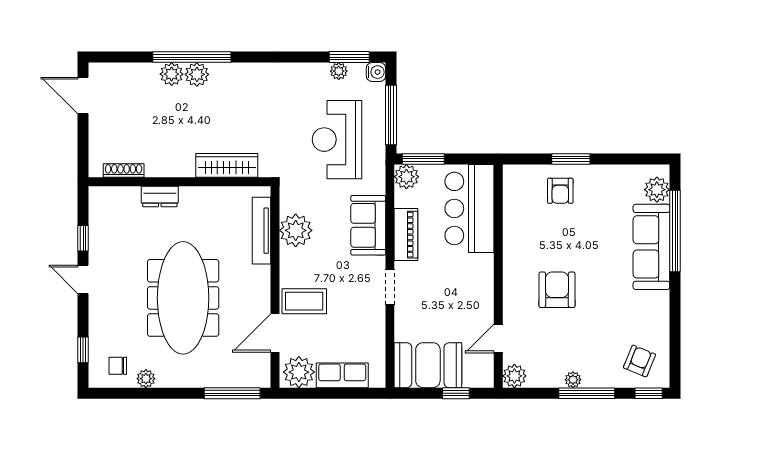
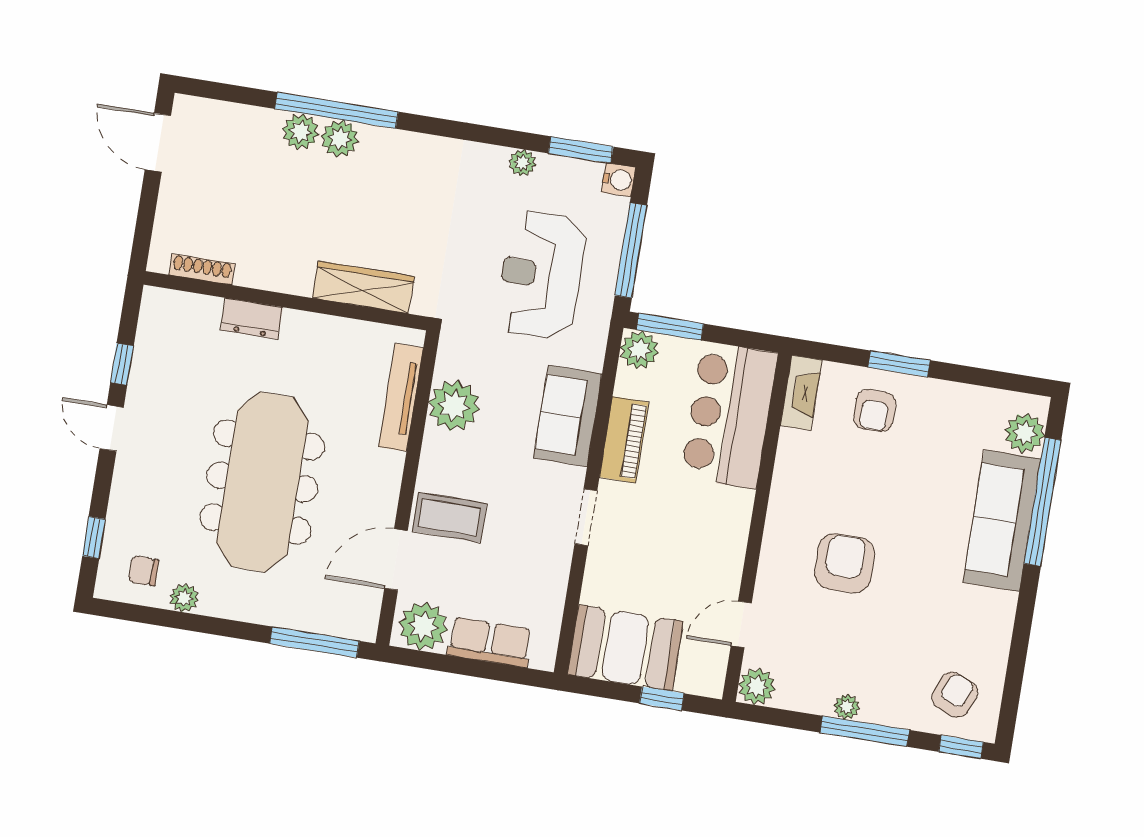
plant: (339, 71) -> (522, 163), moved
fireplace: (512, 187) -> (801, 393), added

